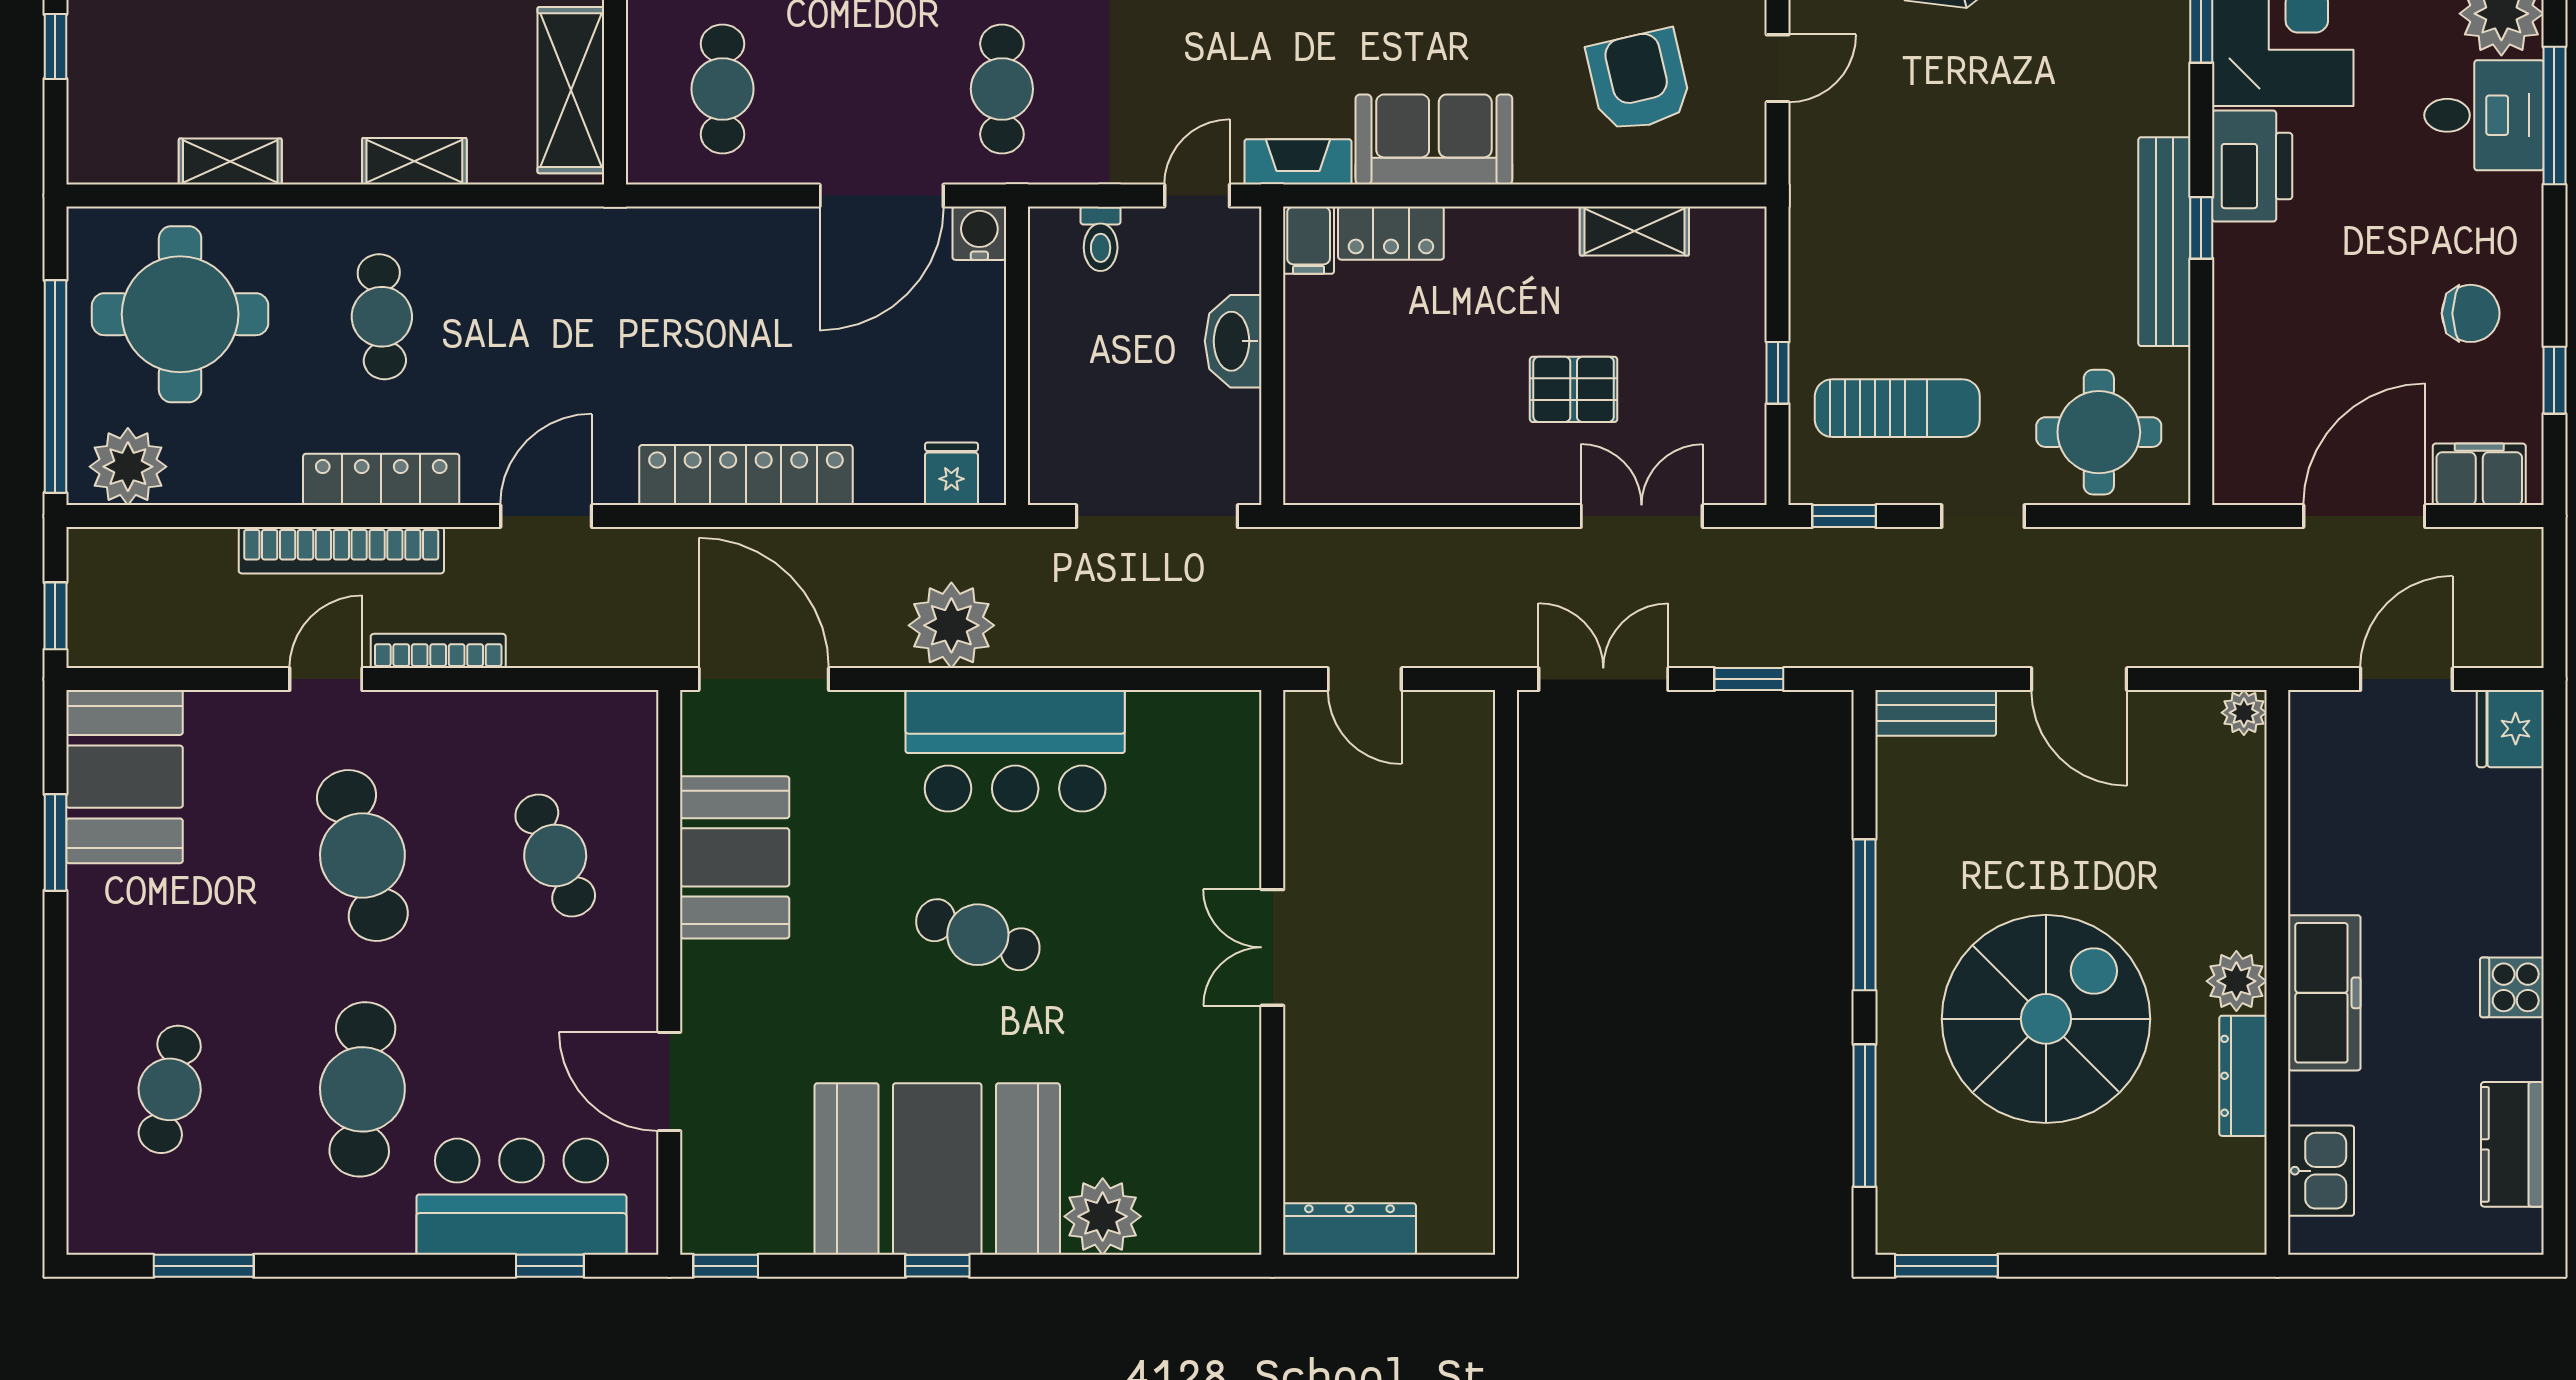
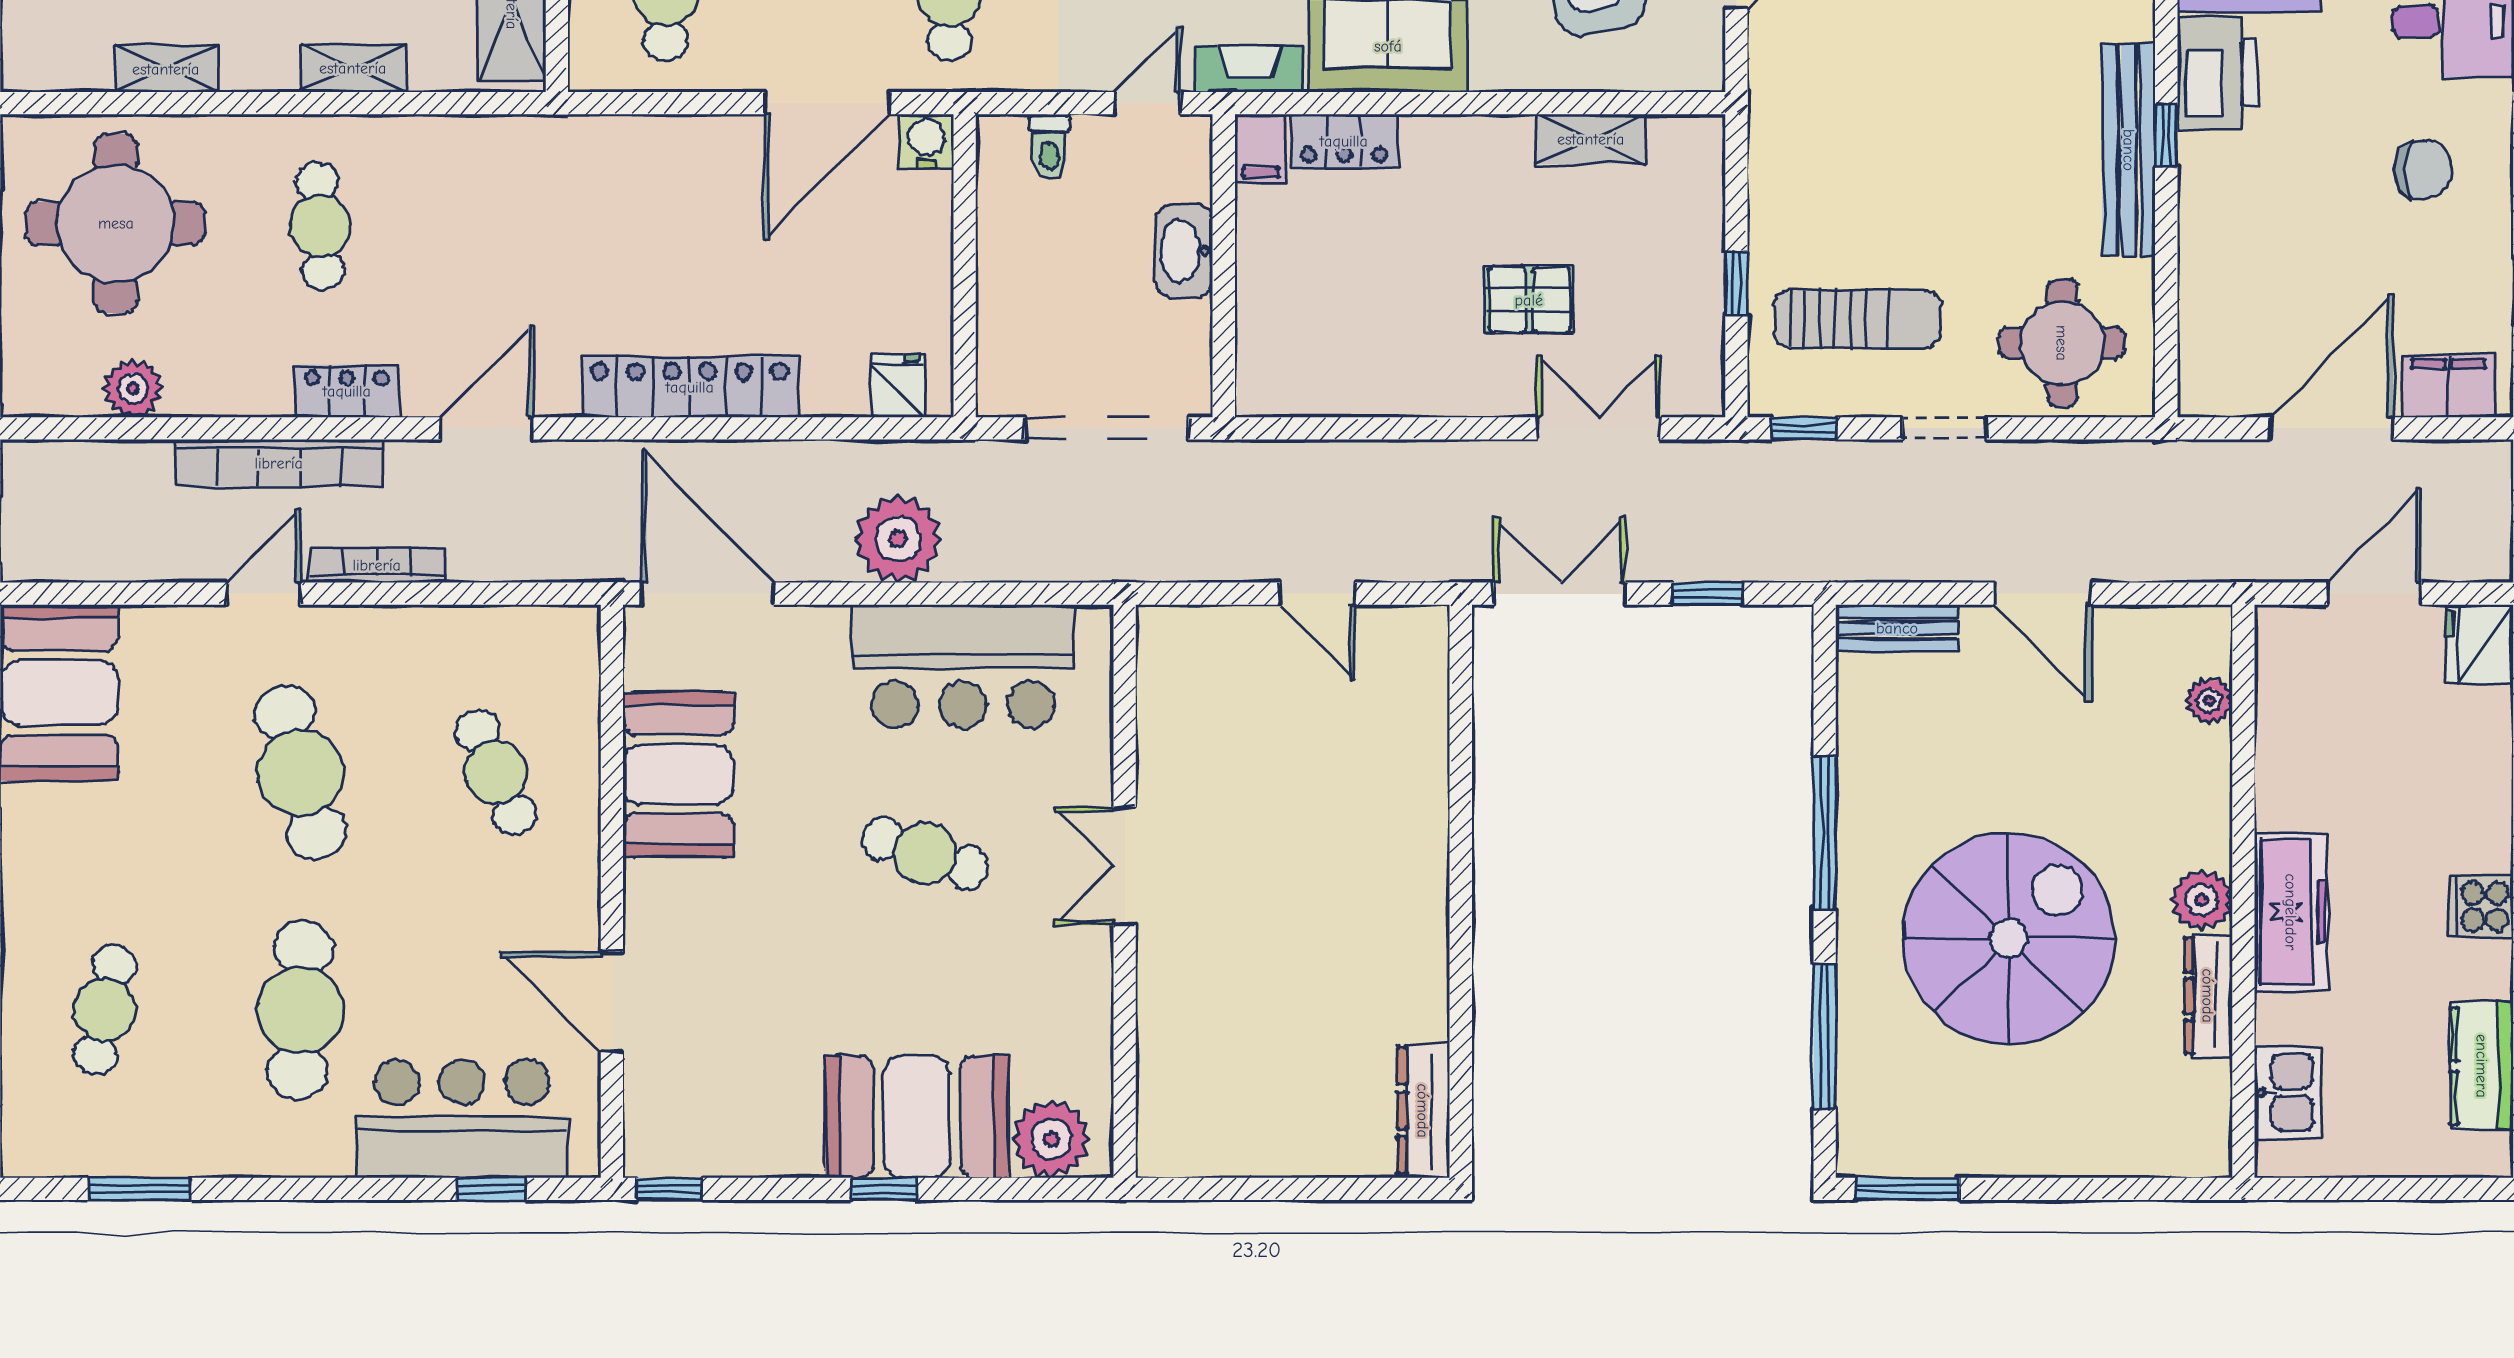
chair: (2471, 313) -> (2423, 170), moved
plant: (128, 467) -> (133, 389), moved, width x0.73, depth x0.73
locker: (381, 479) -> (347, 391), width x0.66
plant: (2244, 713) -> (2209, 701), moved
double door: (1272, 947) -> (1125, 866), moved
wall: (1272, 972) -> (1125, 891), moved
booth: (937, 1169) -> (917, 1117), width x0.73, depth x0.70
dresser: (1350, 1229) -> (1423, 1111), moved, turned -90

